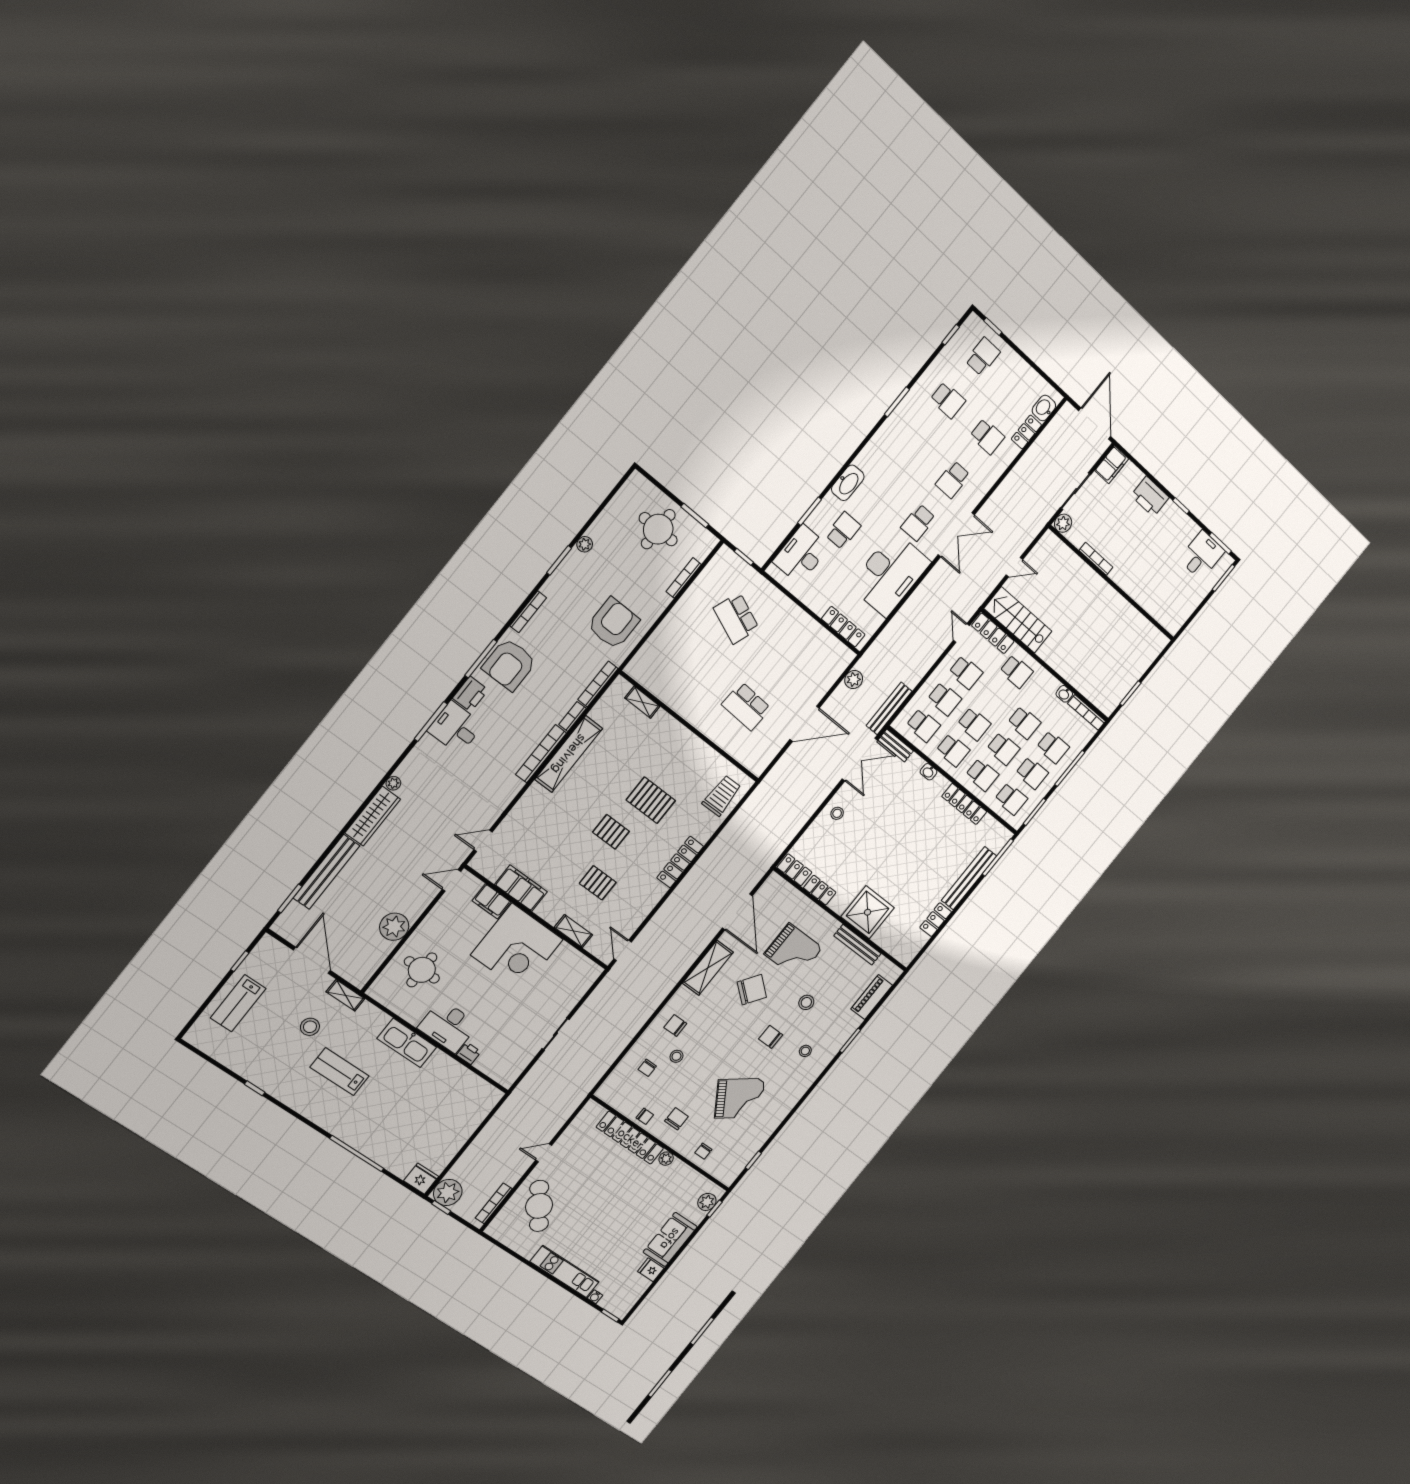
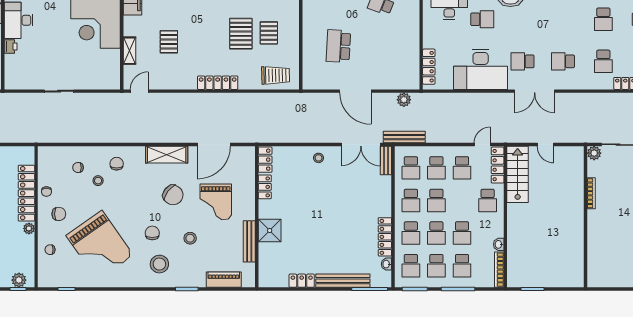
washbasin: (928, 772) -> (386, 264), moved
pallet: (611, 832) -> (269, 33), moved
shower: (868, 912) -> (270, 230), width x0.73, depth x0.73
stool: (805, 1051) -> (159, 264), width x1.89, depth x1.89
grand piano: (740, 1098) -> (100, 245), width x1.37, depth x1.48

